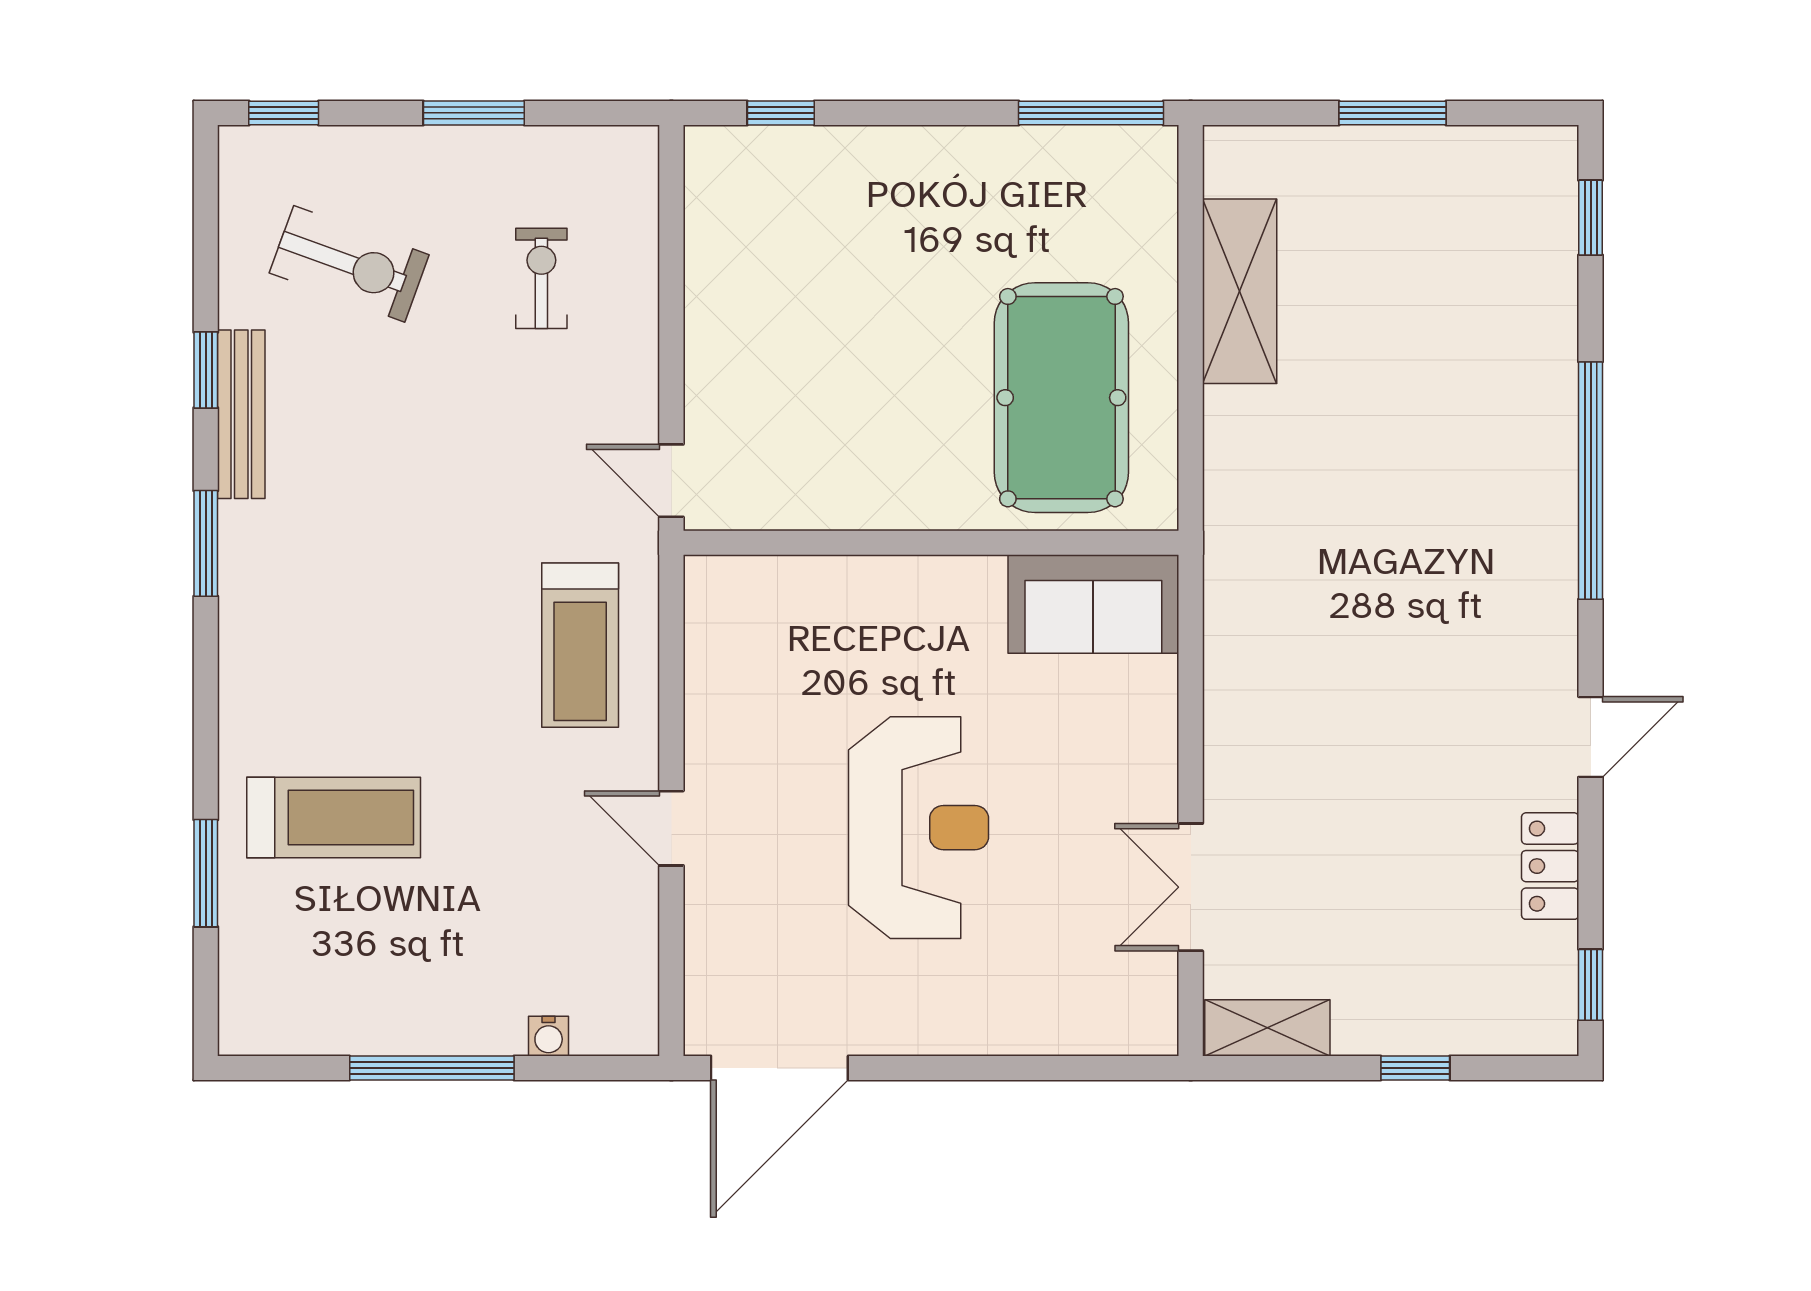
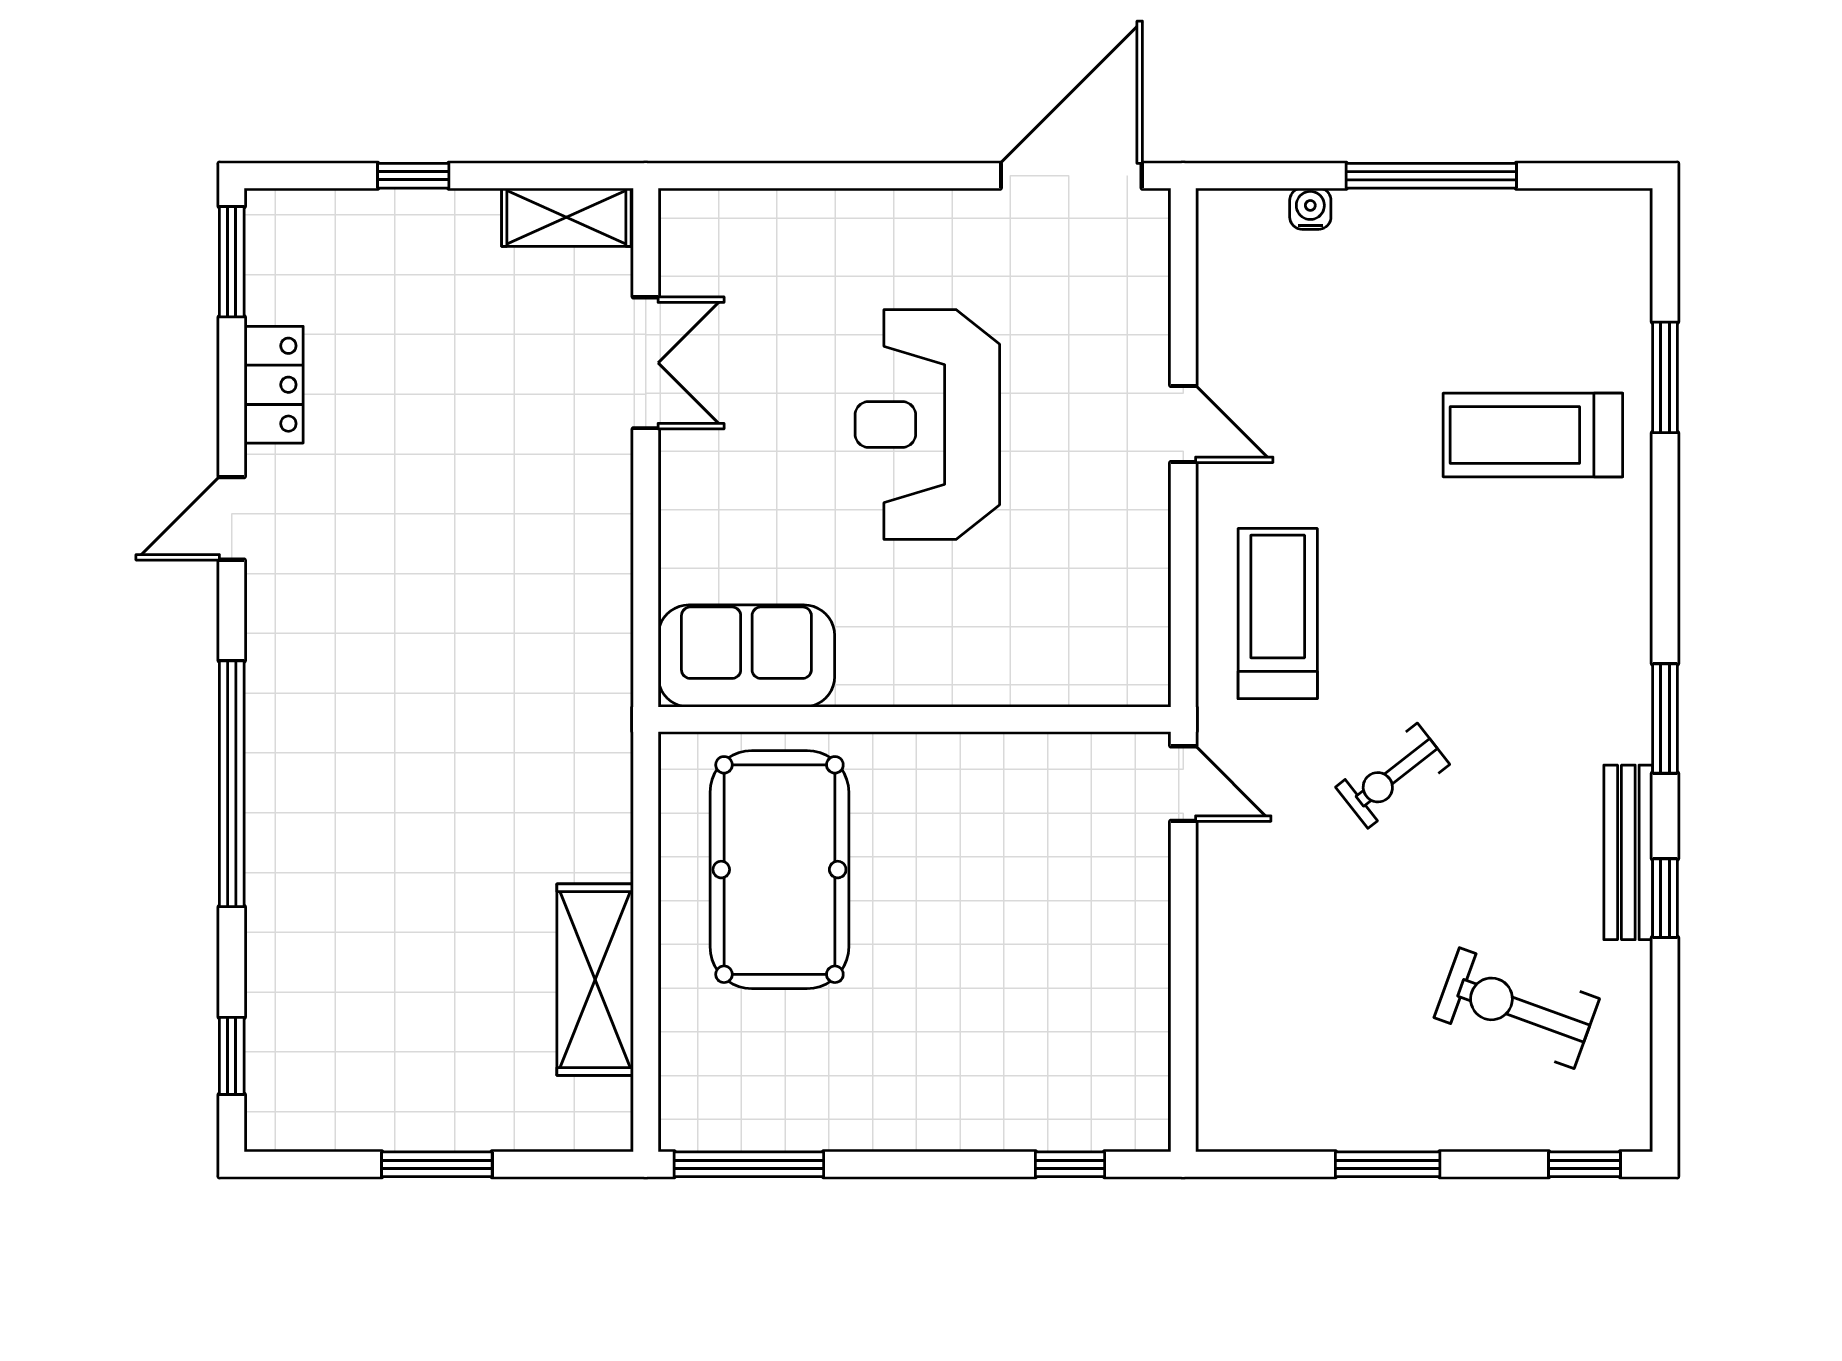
exercise bike: (541, 278) -> (1393, 776), moved, turned 52
window: (1591, 985) -> (232, 262), width x1.50

